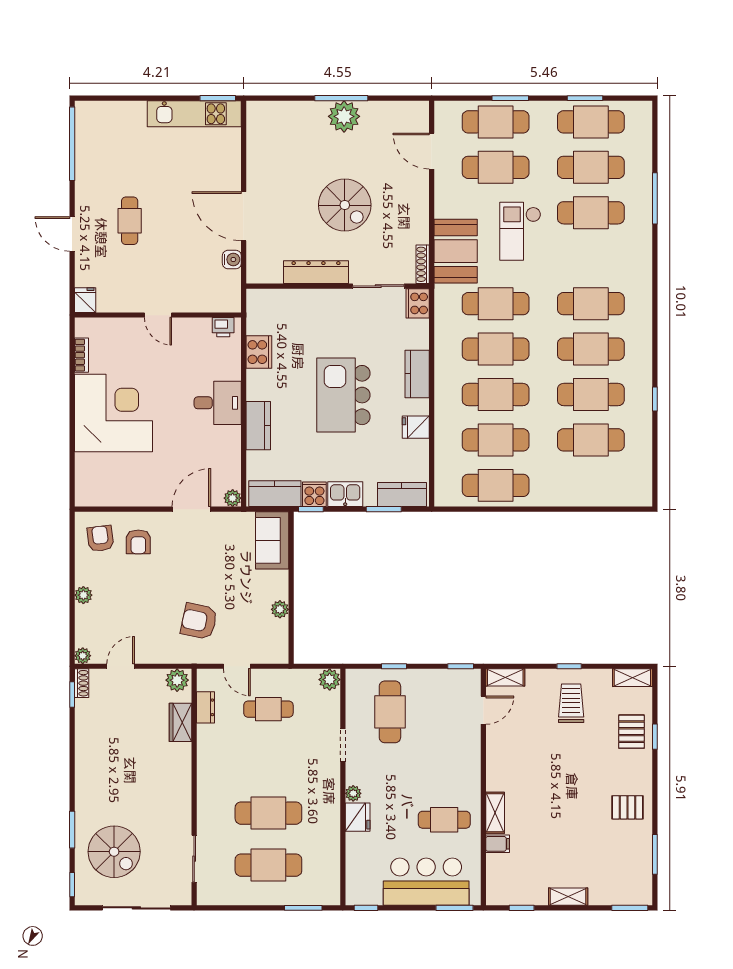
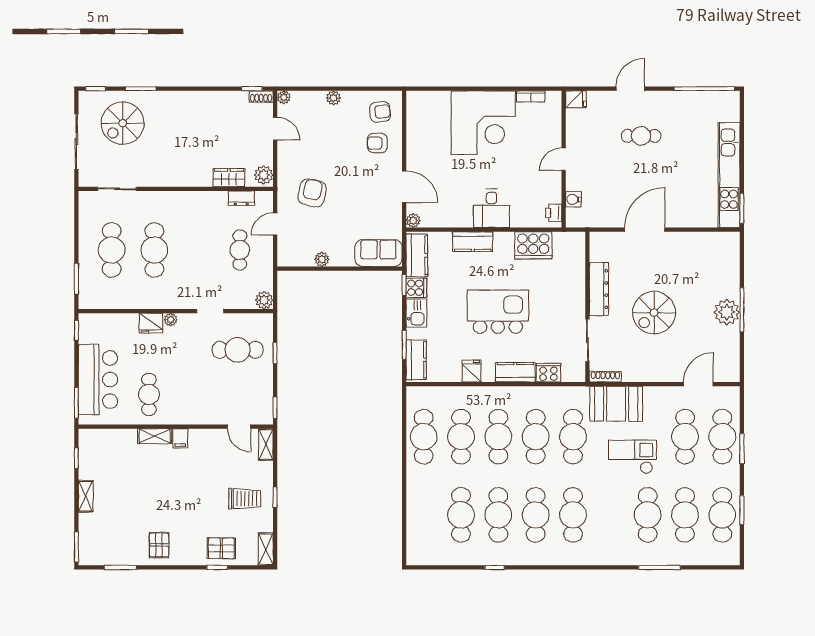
kitchen unit: (194, 114) -> (729, 175), width x1.36
water cooler: (232, 260) -> (573, 199), moved, turned 90
cooker: (418, 303) -> (548, 373), moved
cooker: (259, 352) -> (533, 245), width x1.37, depth x1.31
filing cabinet: (498, 844) -> (180, 438), moved

